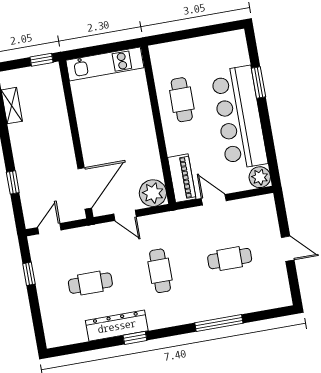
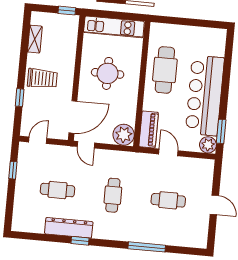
window: (258, 82) -> (221, 131), moved
cafe table: (182, 100) -> (165, 70), width x1.37, depth x1.35
round table: (113, 123) -> (108, 73), added
trolley: (34, 151) -> (42, 79), added
door: (125, 215) -> (86, 145), moved

